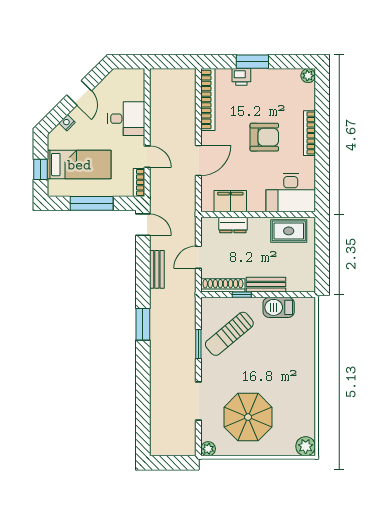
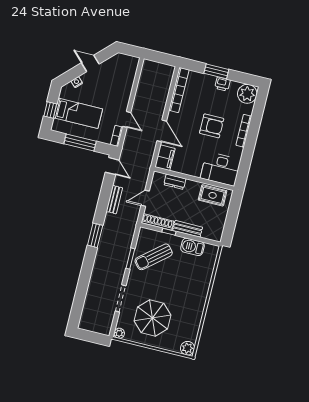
plant: (308, 76) -> (247, 94), width x1.88, depth x1.88
printer: (241, 77) -> (222, 84), moved
door: (79, 93) -> (90, 63), swing flipped
desk: (126, 119) -> (119, 89), removed
door: (198, 160) -> (162, 131), hinge flipped
filing cabinet: (230, 201) -> (165, 158), moved, turned 90

